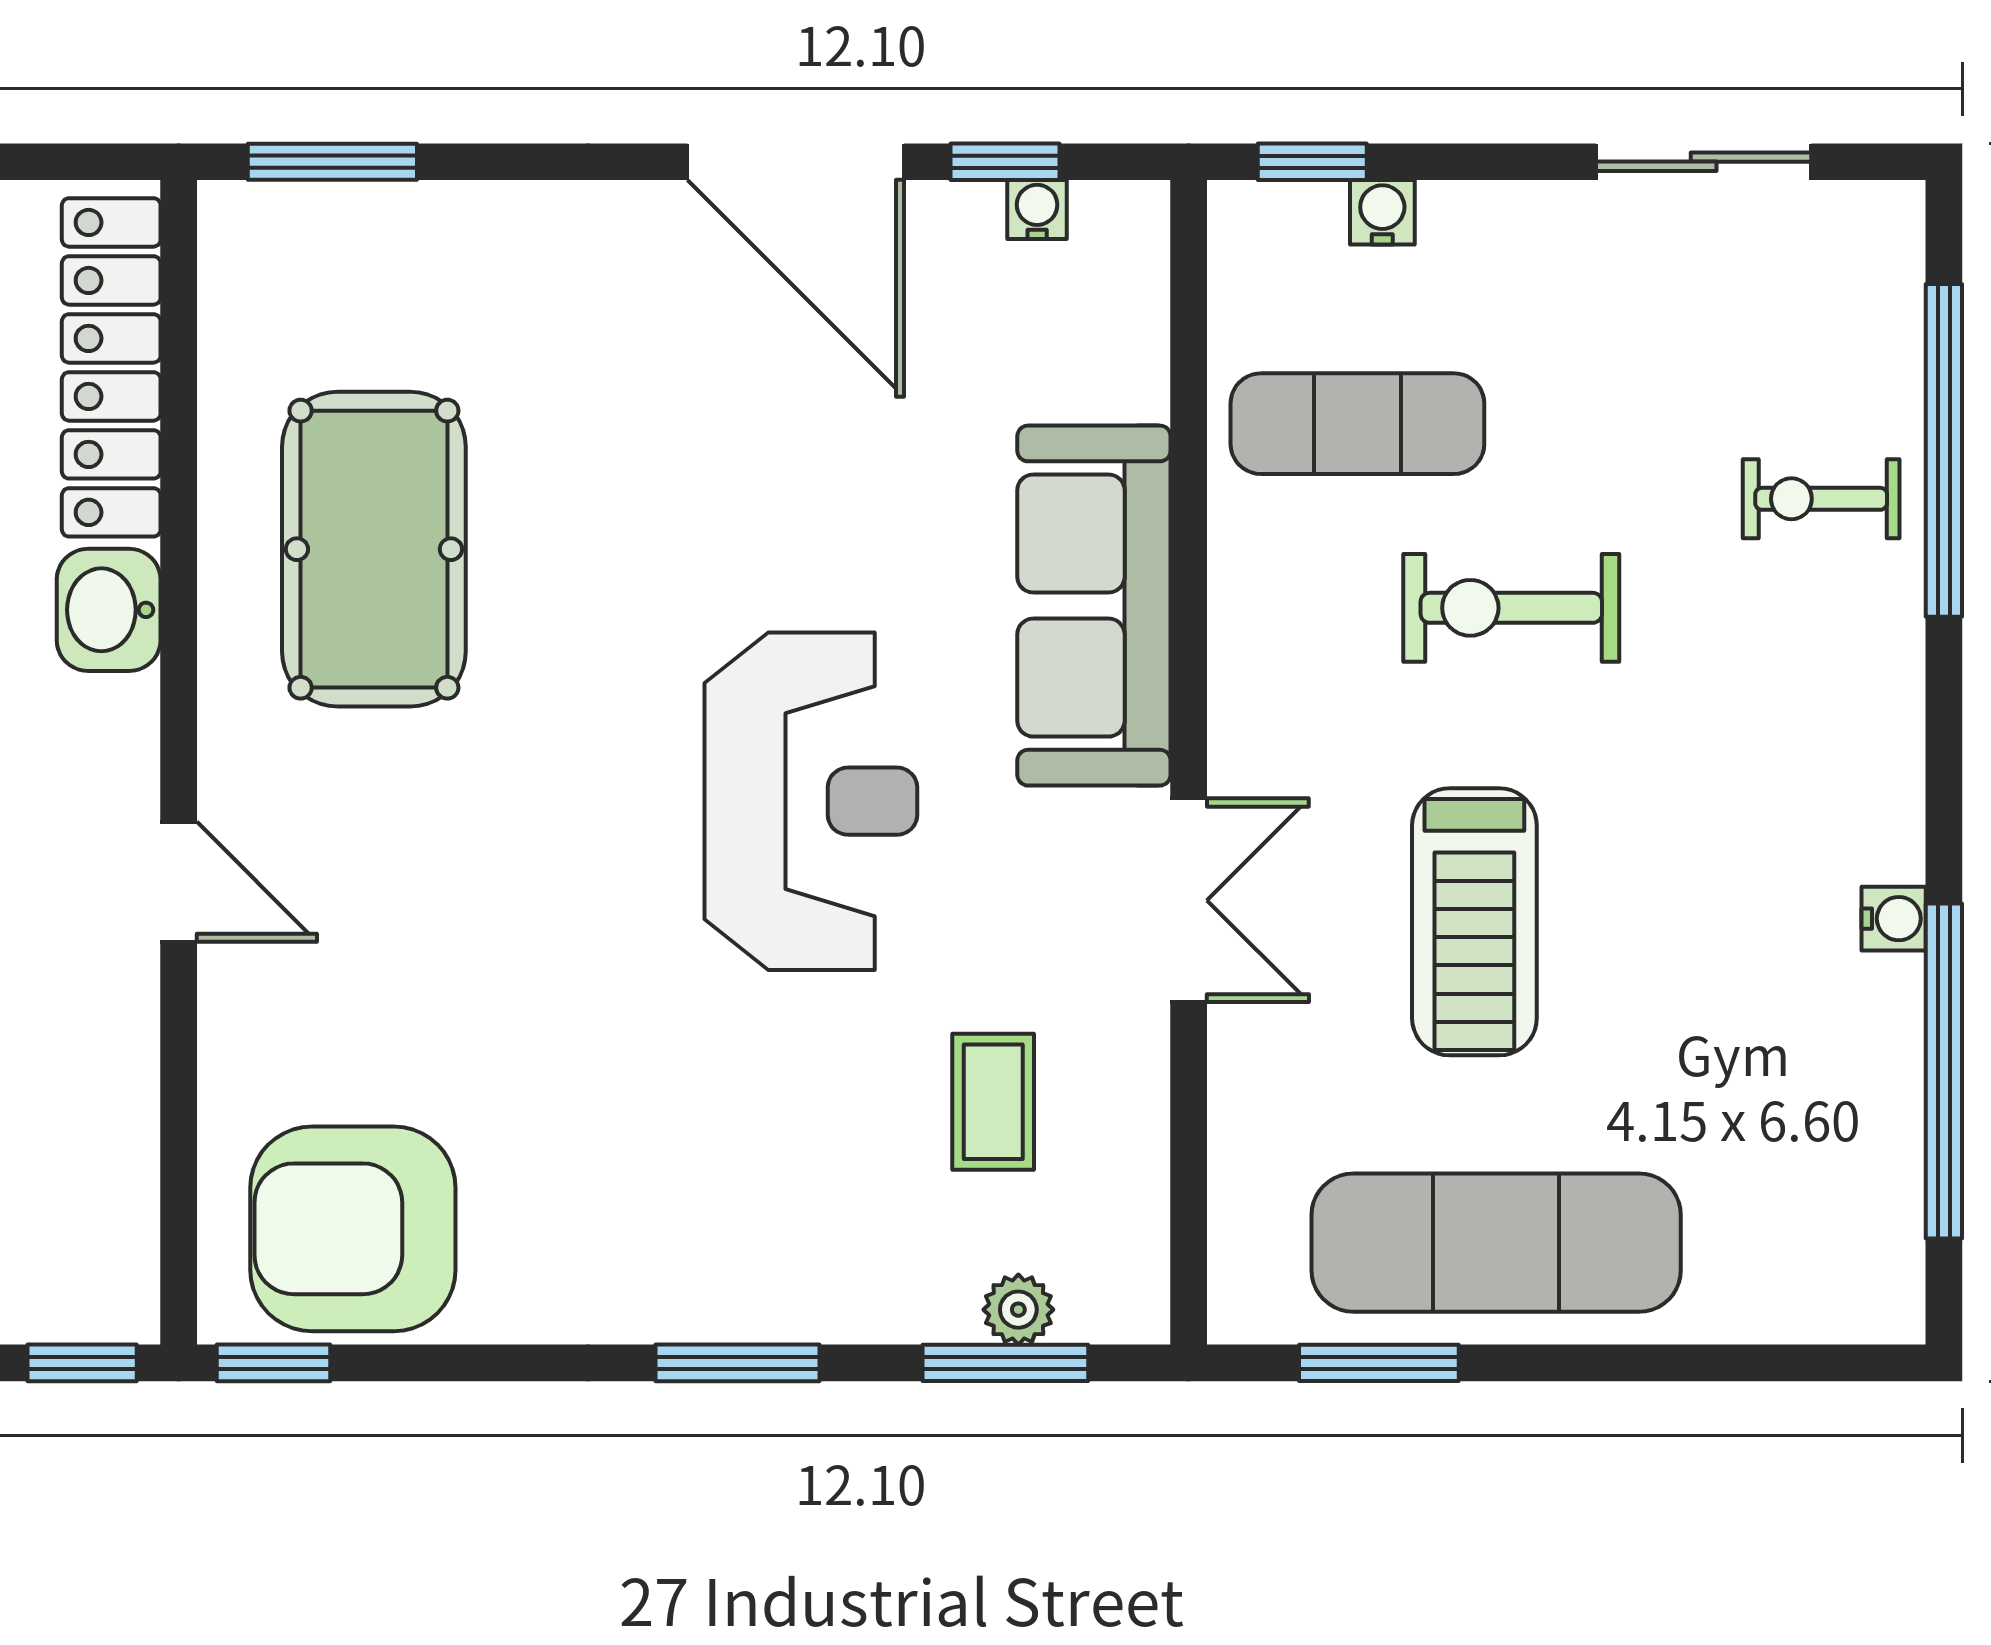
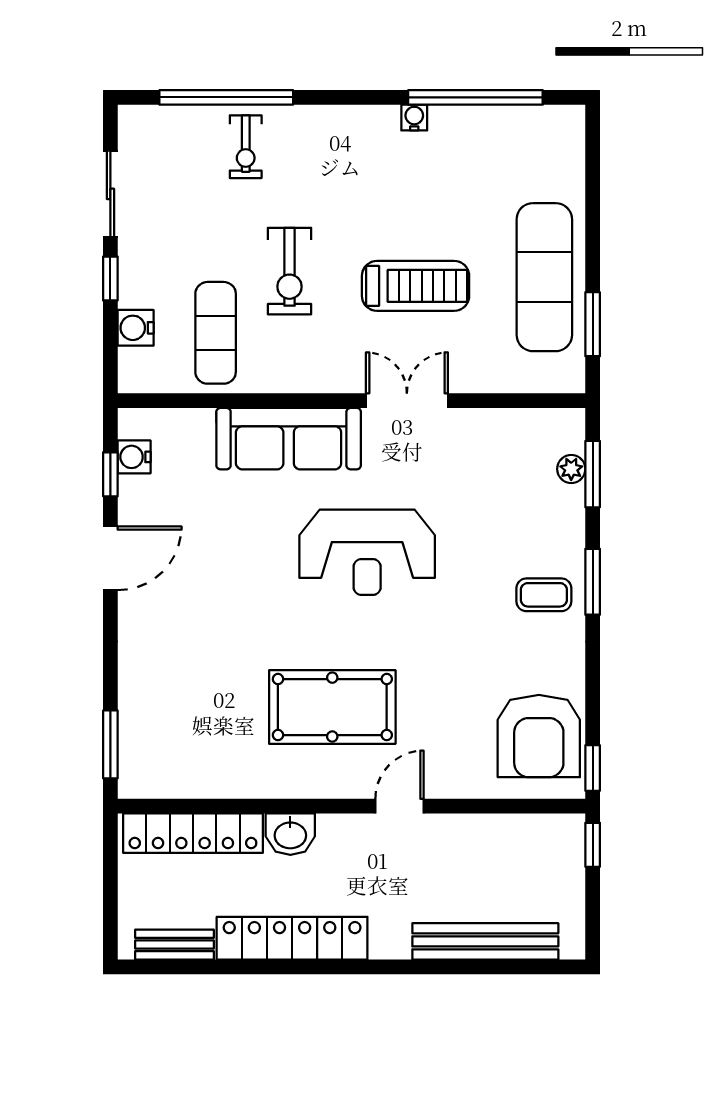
door: (796, 162) -> (110, 558), width x0.73
window: (1312, 162) -> (110, 279), moved
water cooler: (1037, 210) -> (134, 457), width x1.38, depth x1.38
water cooler: (1382, 212) -> (136, 328), width x1.38, depth x1.38
pool table: (374, 549) -> (332, 707), moved
reception desk: (811, 801) -> (367, 552), turned 180
coffee table: (993, 1102) -> (544, 595), moved

